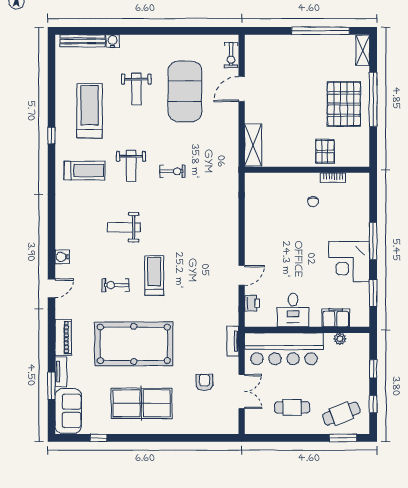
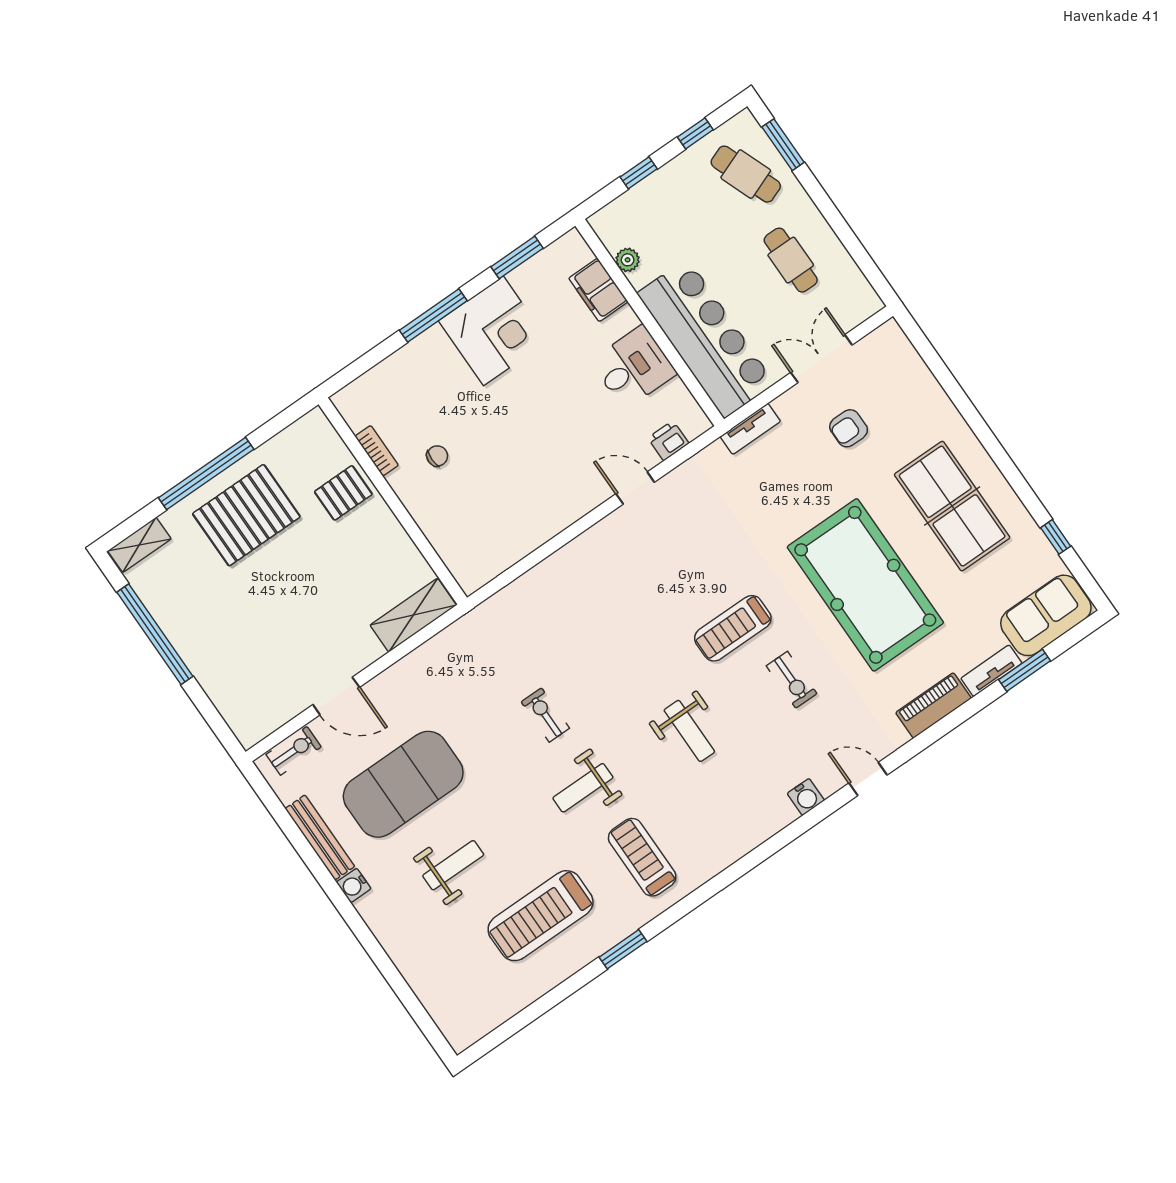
bench: (83, 41) -> (320, 837), moved
water cooler: (113, 41) -> (354, 885), moved
window: (51, 136) -> (623, 949), width x1.50
weight bench: (131, 166) -> (583, 788), turned 180

